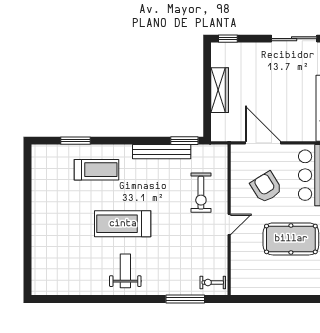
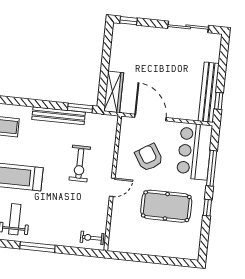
wardrobe: (220, 90) -> (114, 92), moved
exercise bike: (201, 193) -> (80, 163), moved
window: (185, 299) -> (37, 247), moved

